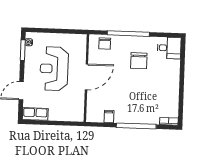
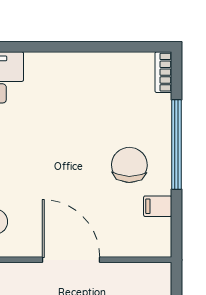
chair: (139, 61) -> (129, 165), moved, turned -89

